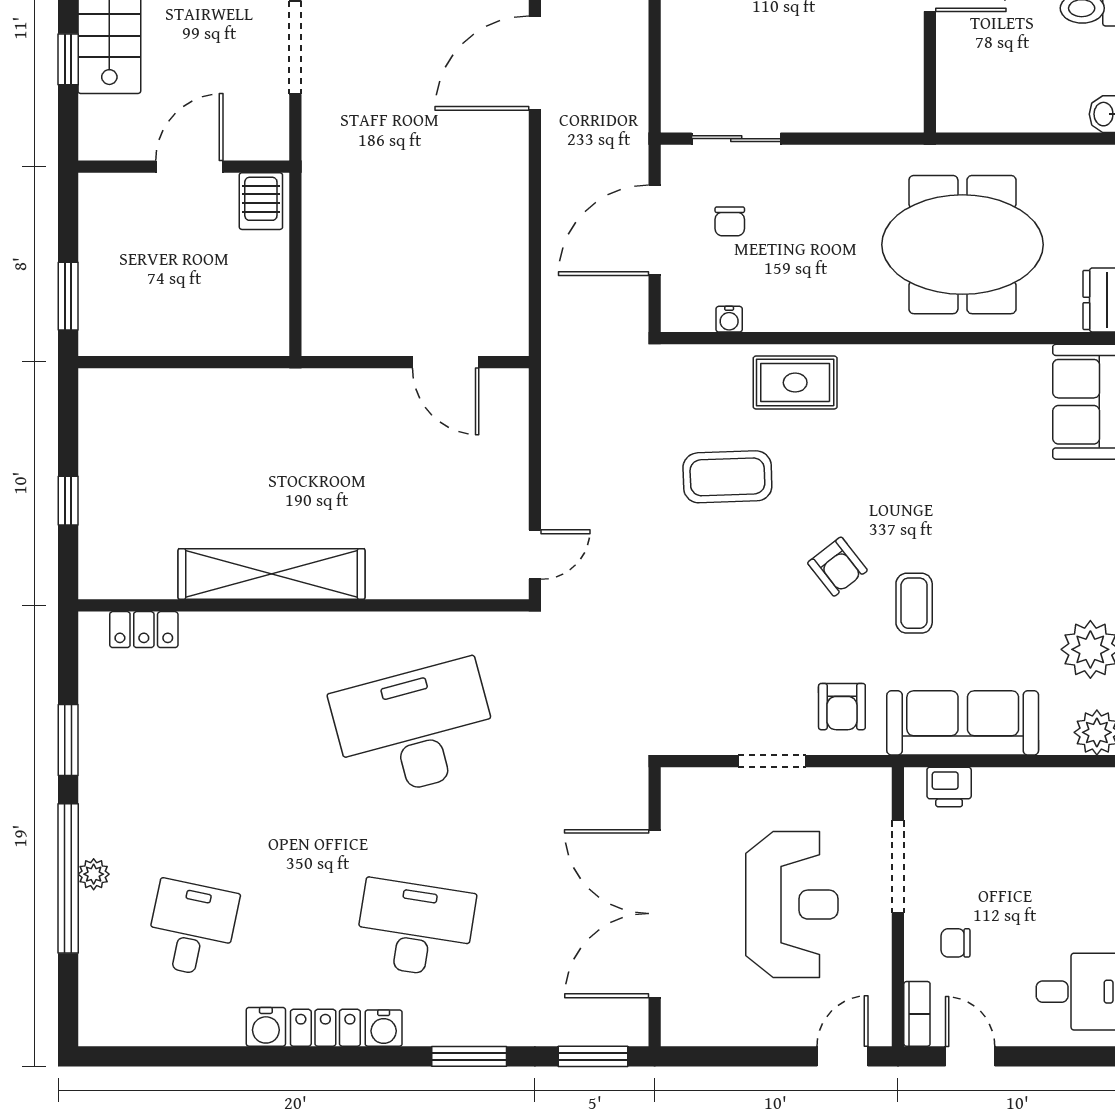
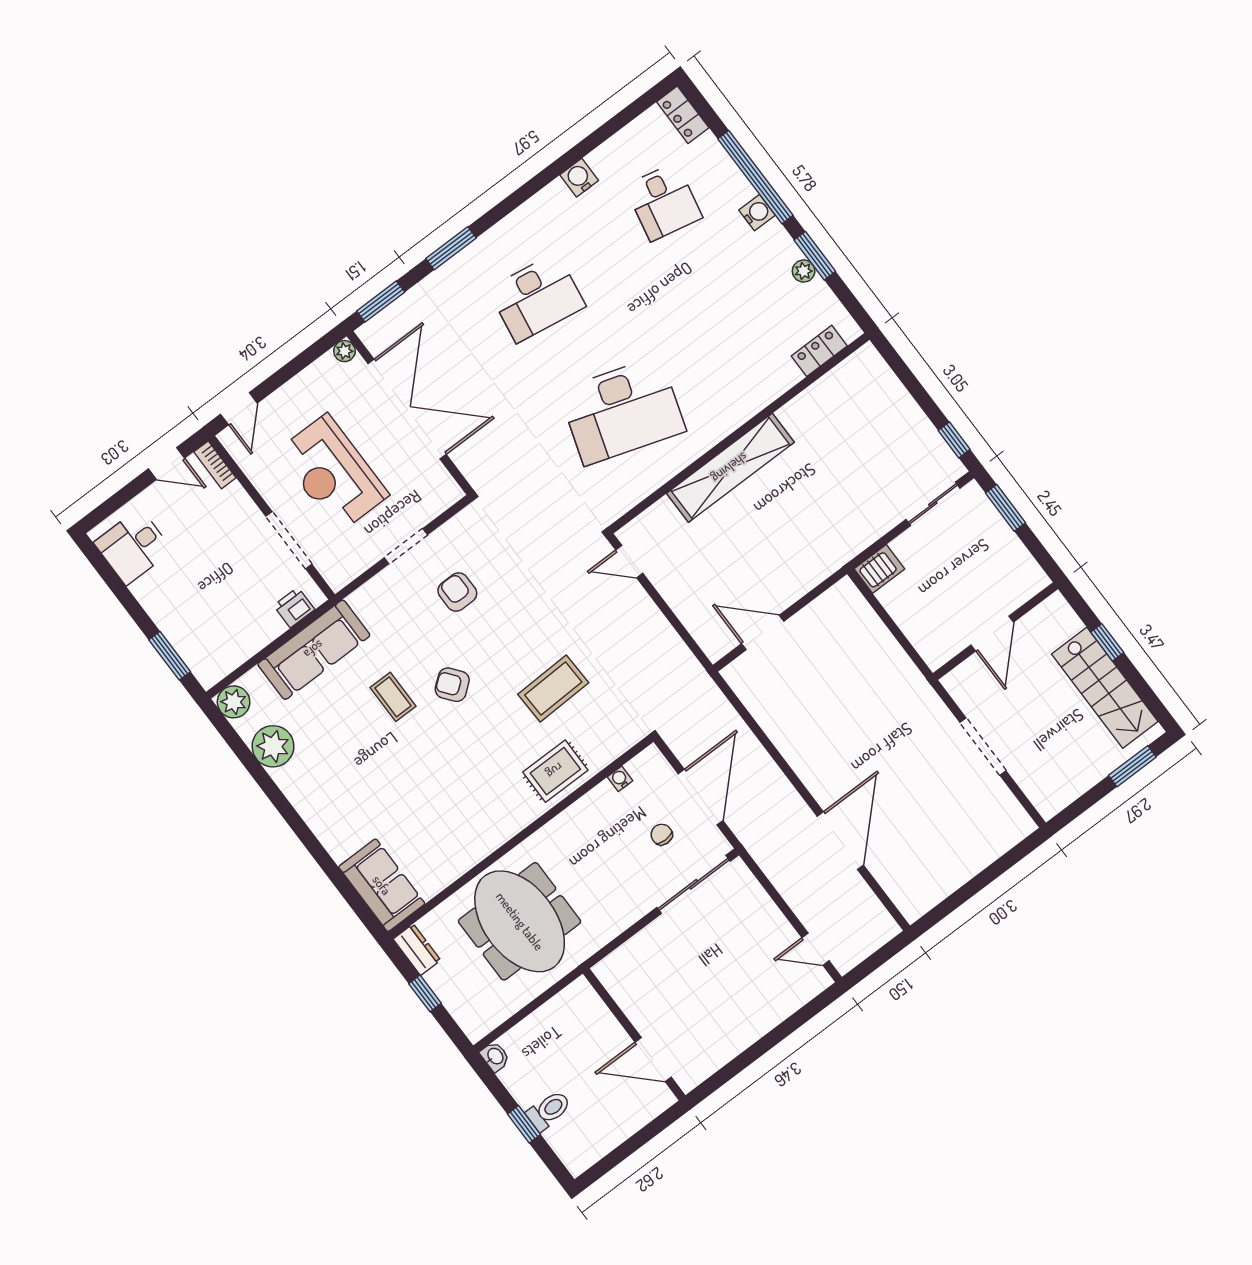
sliding door: (736, 139) -> (694, 884), width x1.37
server rack: (261, 201) -> (879, 569), moved, turned 90
meeting table: (962, 245) -> (520, 921), turned 90
sliding door: (146, 362) -> (933, 504), added
window: (68, 501) -> (954, 440), moved
door: (535, 555) -> (629, 562), hinge flipped
shelving: (272, 574) -> (730, 468), moved
armchair: (842, 707) -> (457, 592), moved
desk: (415, 729) -> (622, 411), turned 33
plant: (94, 874) -> (804, 271), moved
chair: (955, 943) -> (223, 522), removed
locker: (325, 1028) -> (683, 115), moved, turned 90
water cooler: (384, 1028) -> (757, 213), moved, turned 90
plant: (676, 1031) -> (344, 351), added

